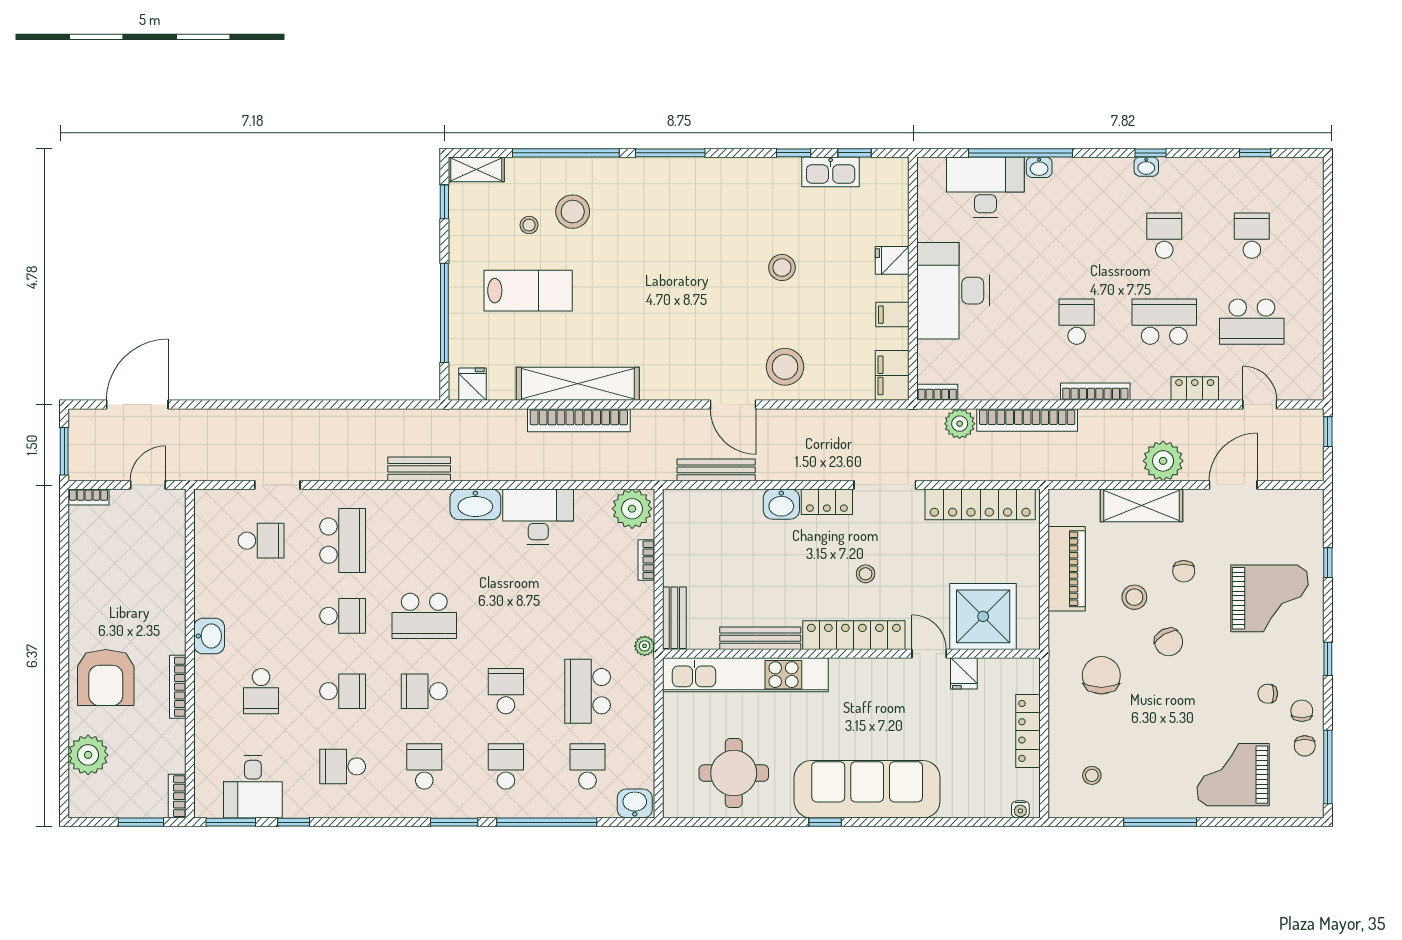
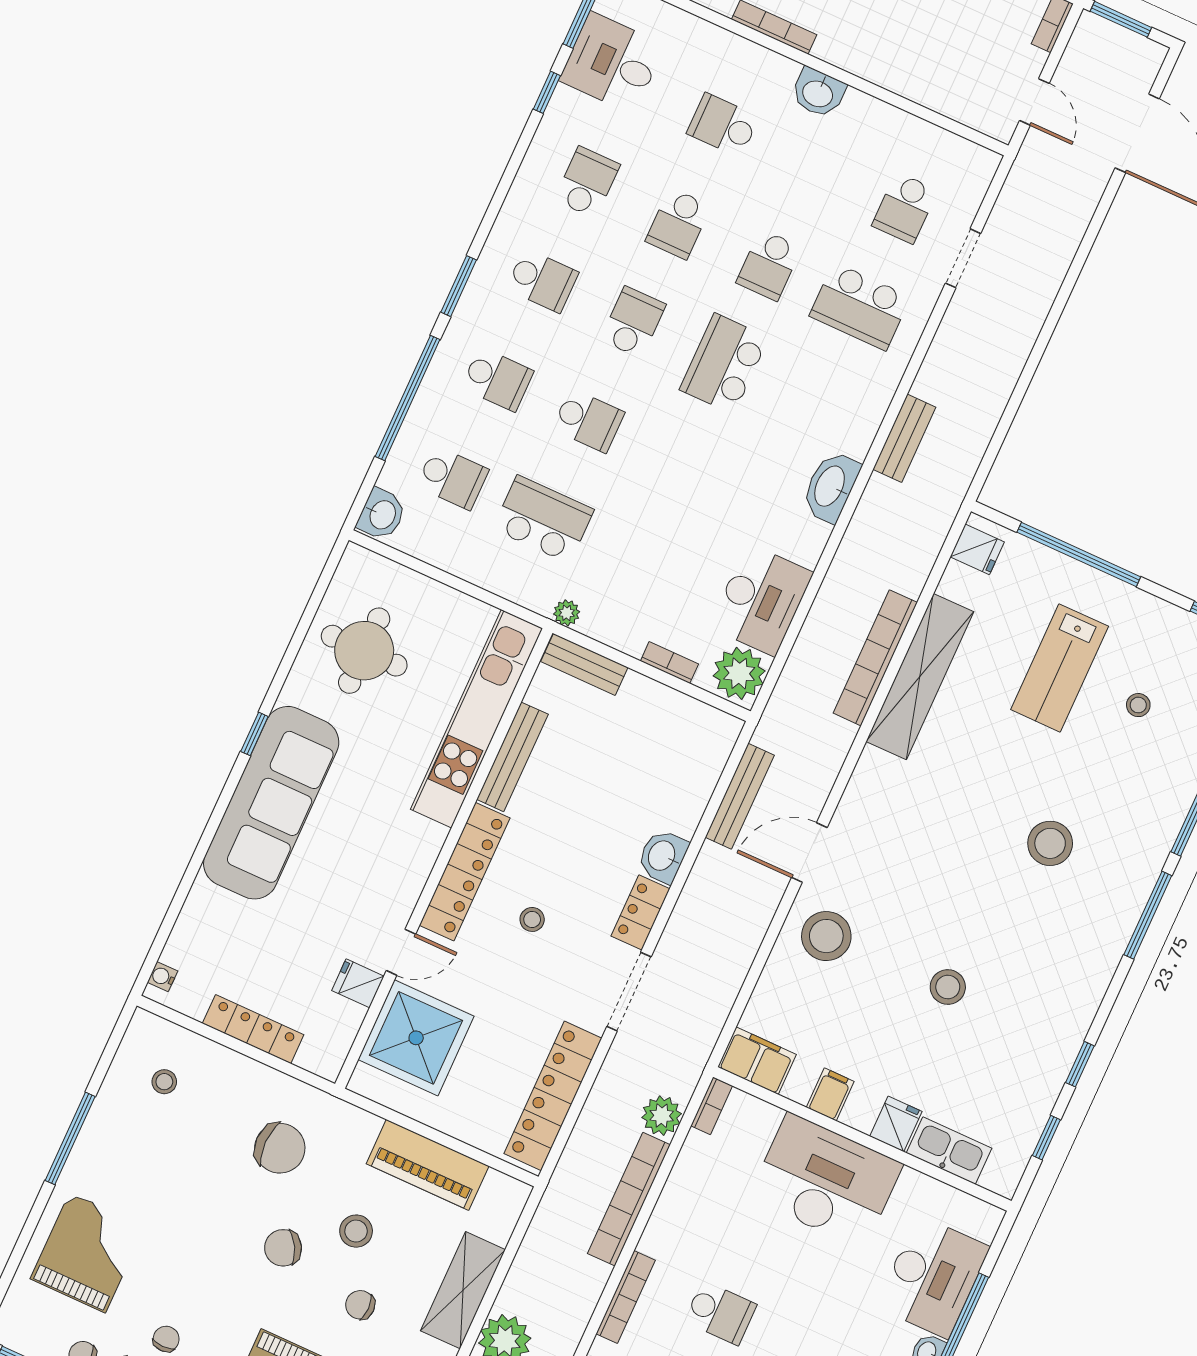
kitchen sink: (831, 172) -> (949, 1151), moved, turned 90
stool: (573, 212) -> (1050, 843), moved
desk: (538, 517) -> (761, 600), moved

